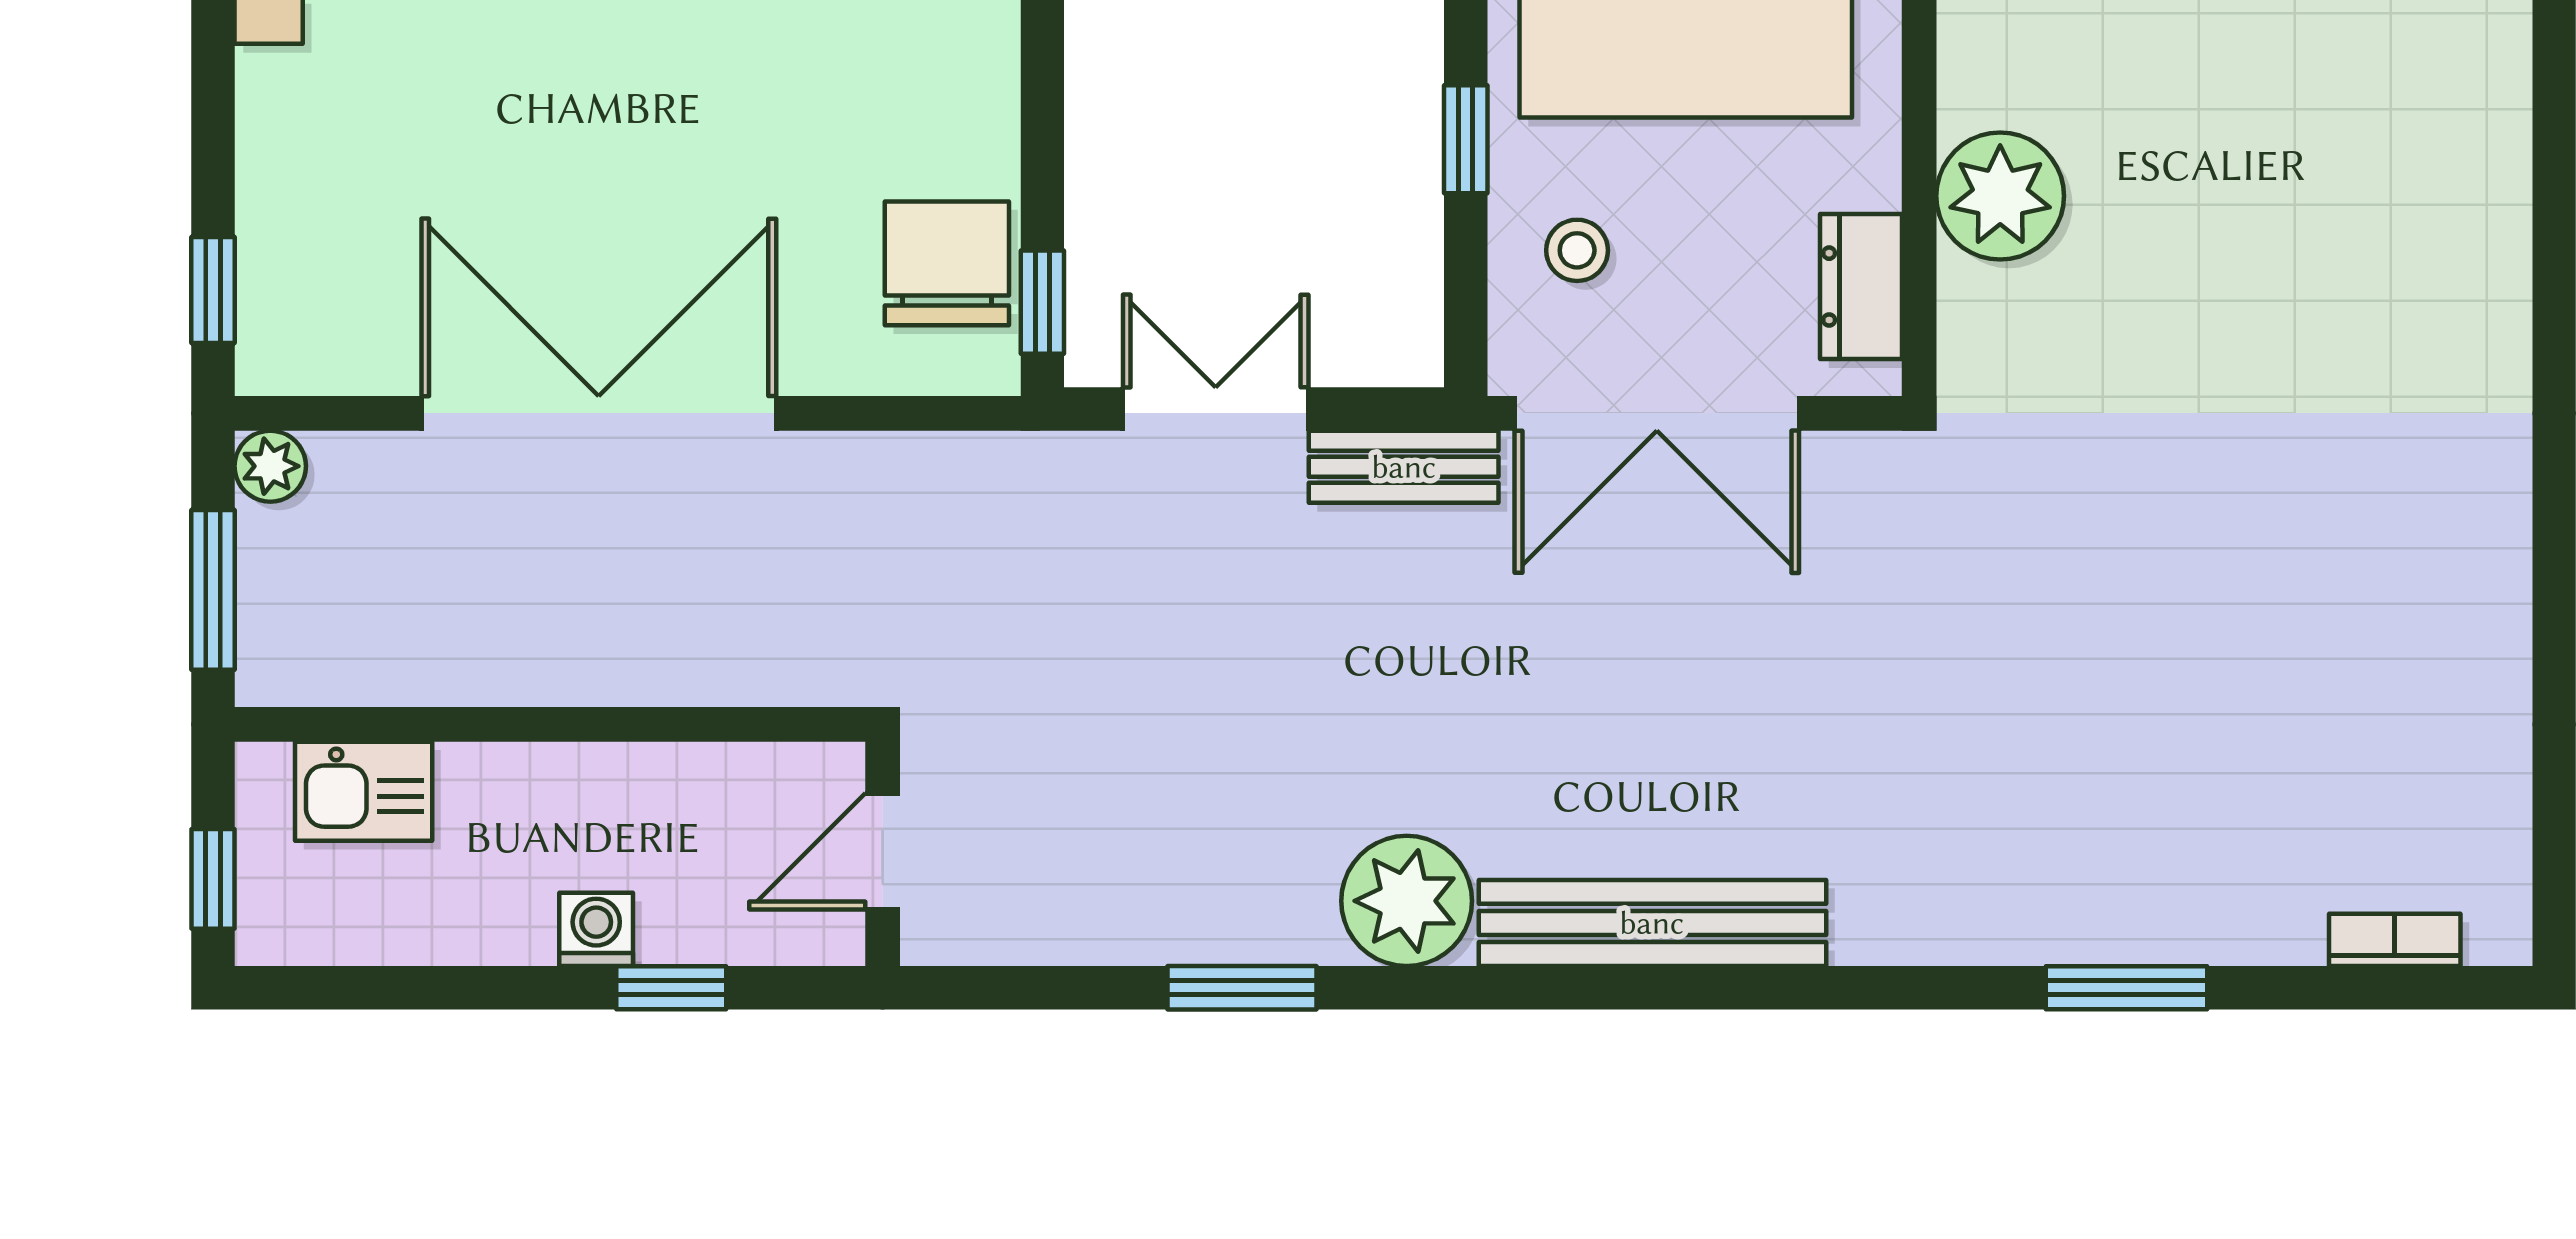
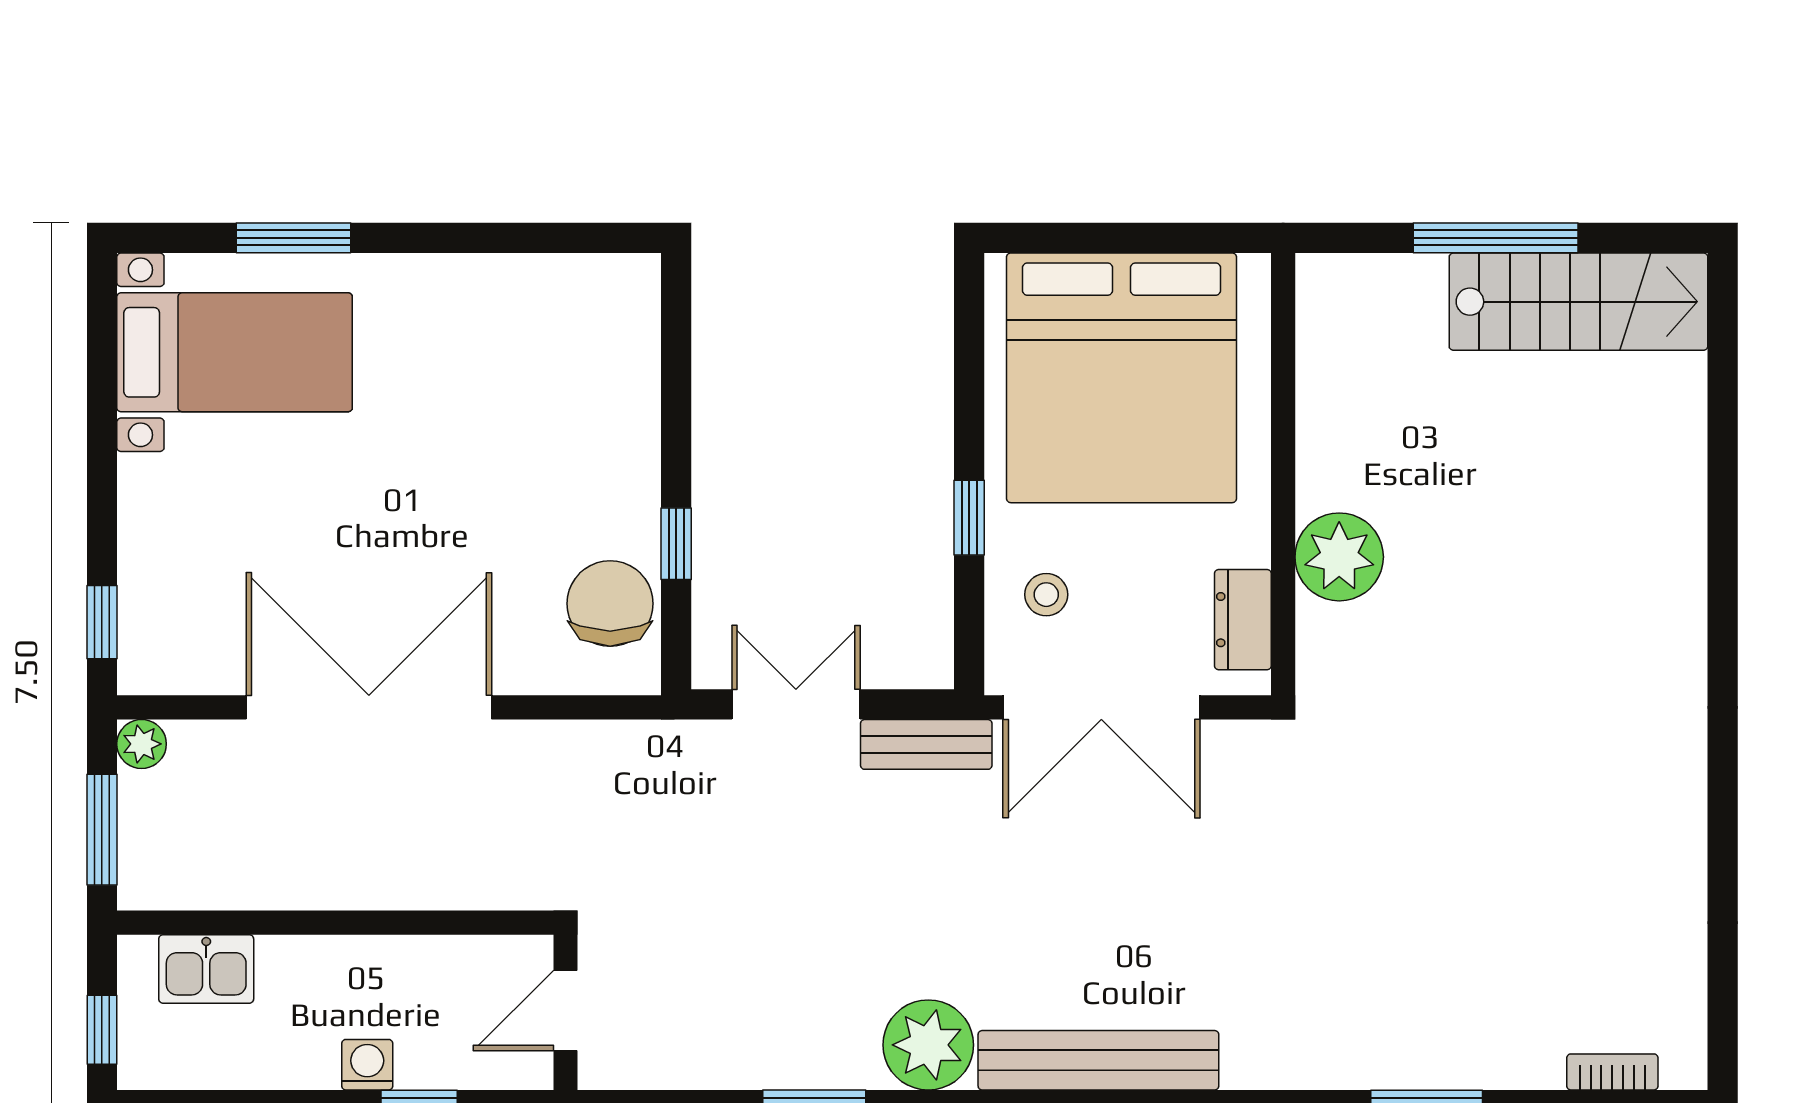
window: (1042, 302) -> (676, 544), moved

